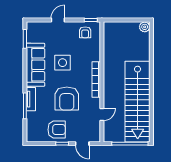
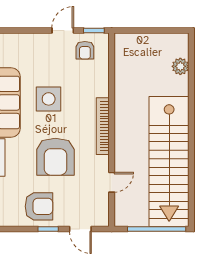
door: (58, 20) -> (63, 31), moved
plant: (145, 27) -> (180, 66), moved

